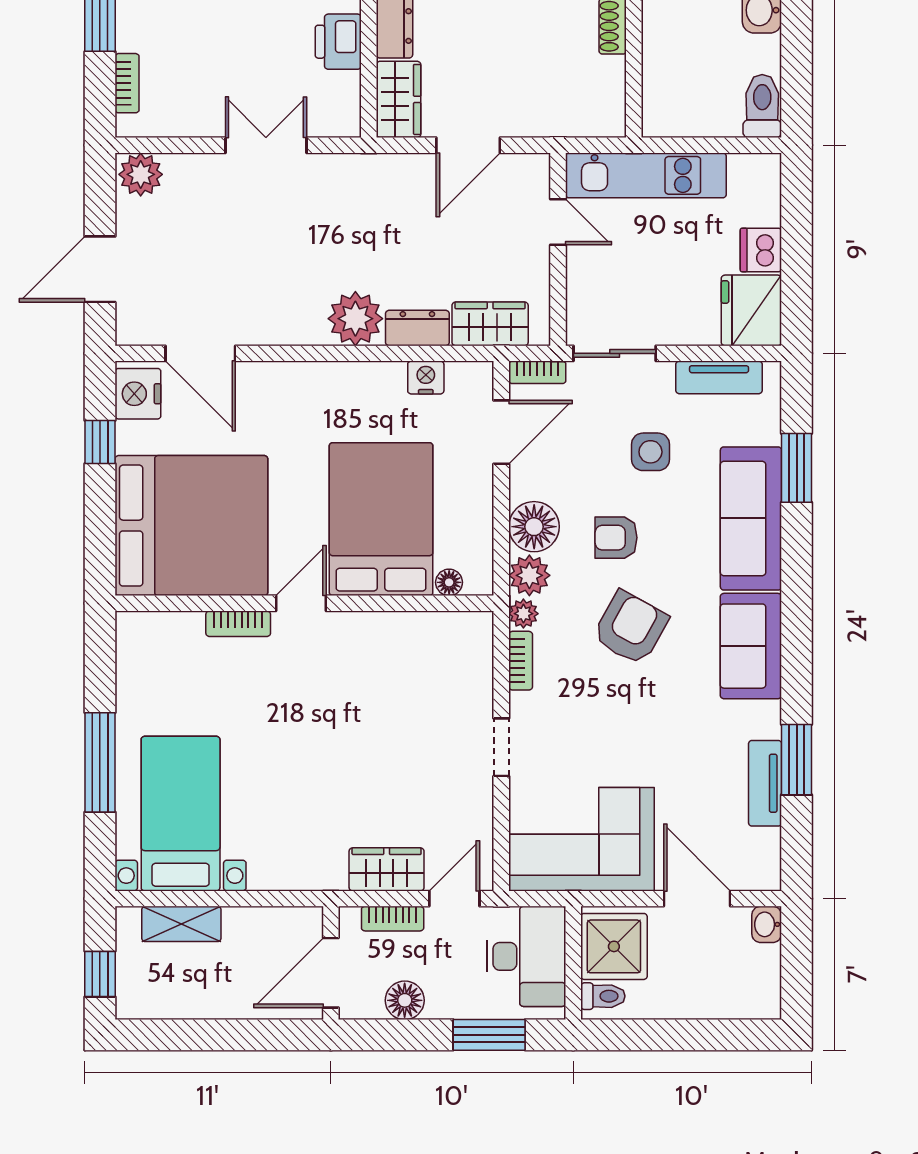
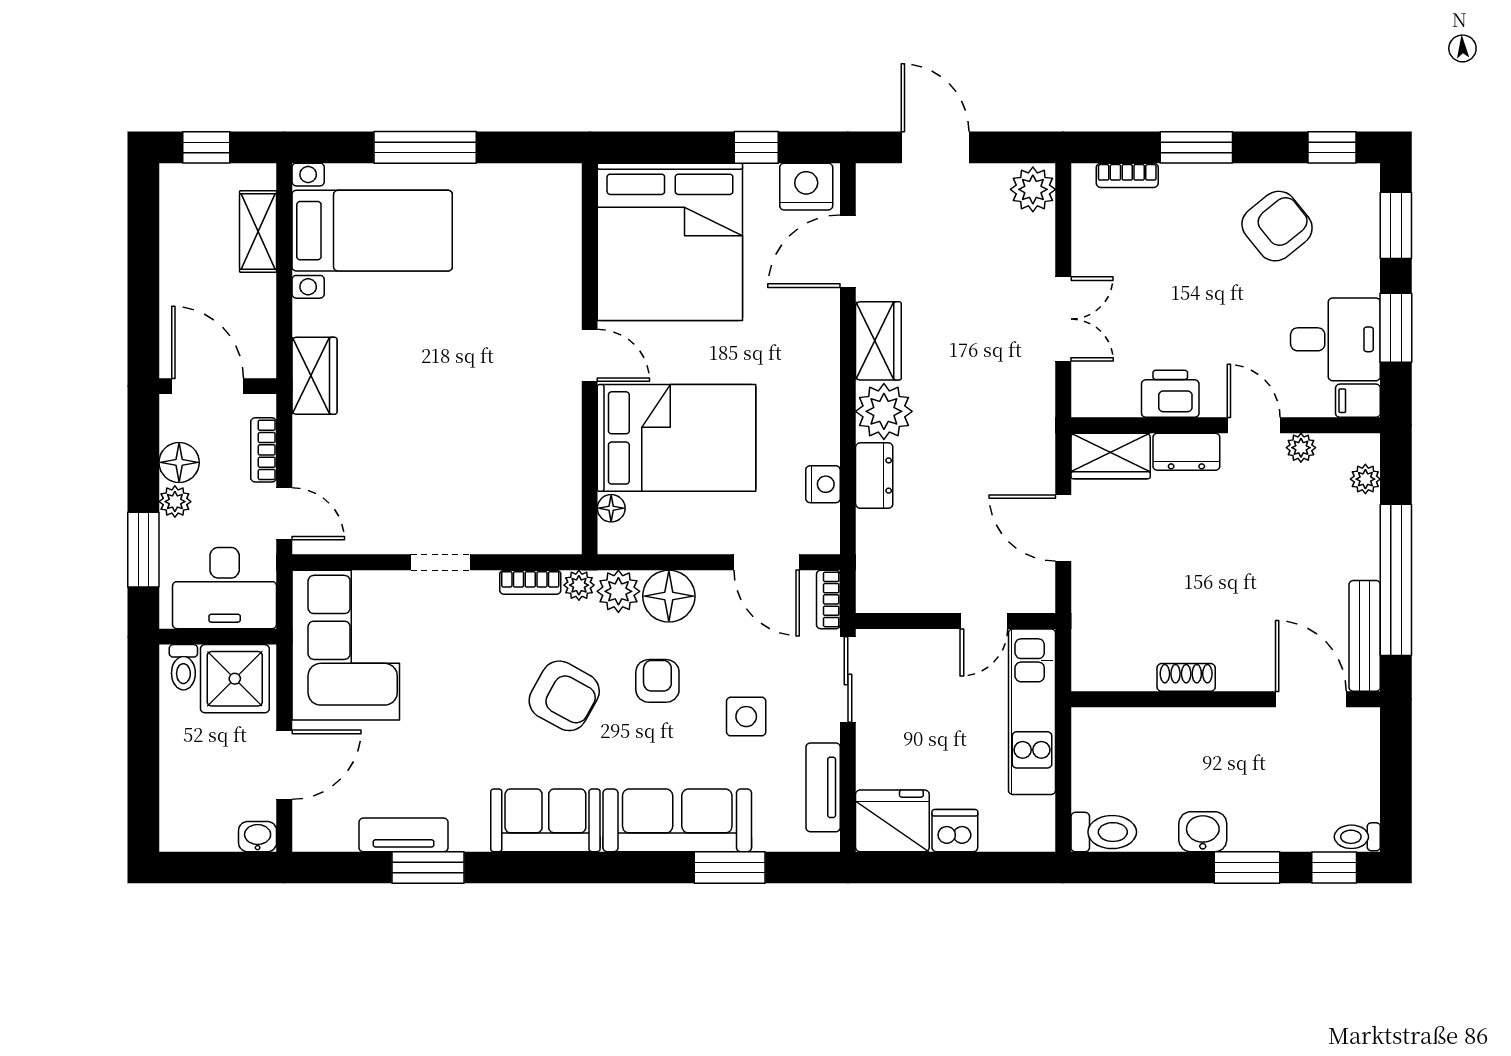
wardrobe: (490, 324) -> (878, 341), moved
bookcase: (238, 624) -> (568, 290), removed
wardrobe: (387, 869) -> (315, 376), moved
plant: (443, 1004) -> (175, 502), added

